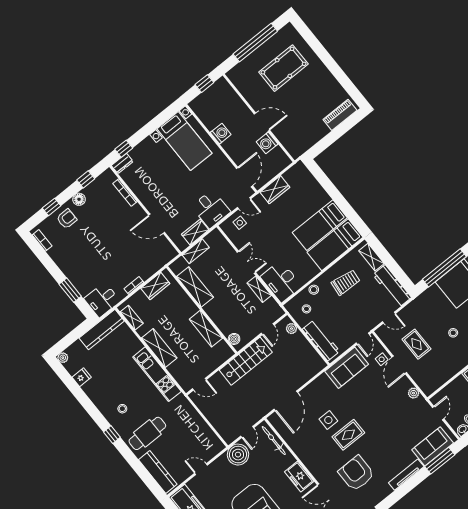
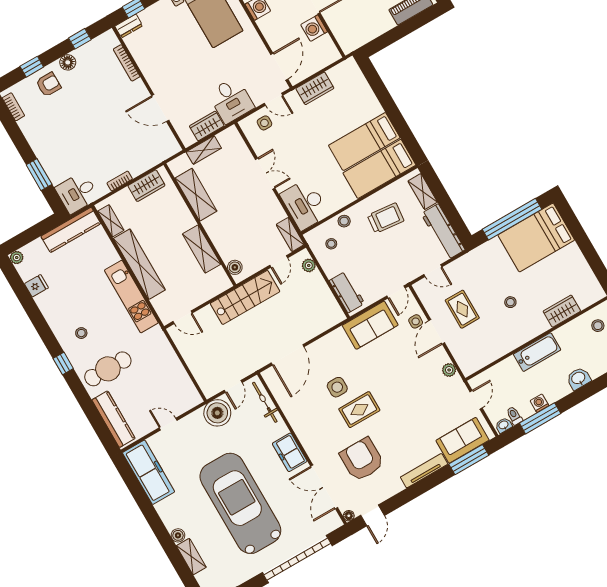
shelving: (259, 289) -> (290, 235), moved
workbench: (321, 340) -> (347, 292), width x0.73
shelving: (159, 348) -> (139, 264), width x1.47

